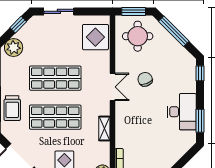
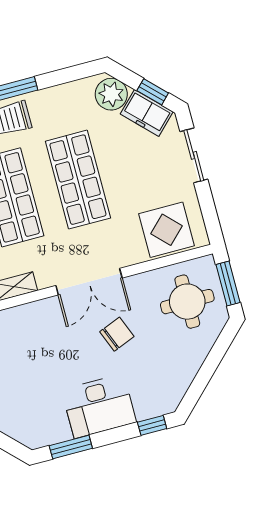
freezer: (29, 31) -> (147, 113), added
window: (174, 31) -> (212, 361), removed
double door: (113, 87) -> (89, 282), width x1.37
desk: (182, 112) -> (99, 406), moved

